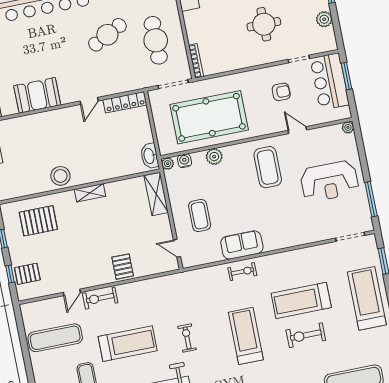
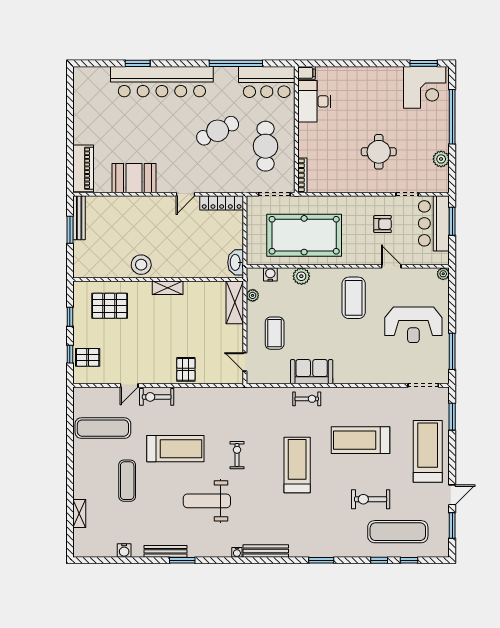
plant: (168, 164) -> (253, 295), moved
exercise bike: (306, 335) -> (371, 499), moved

